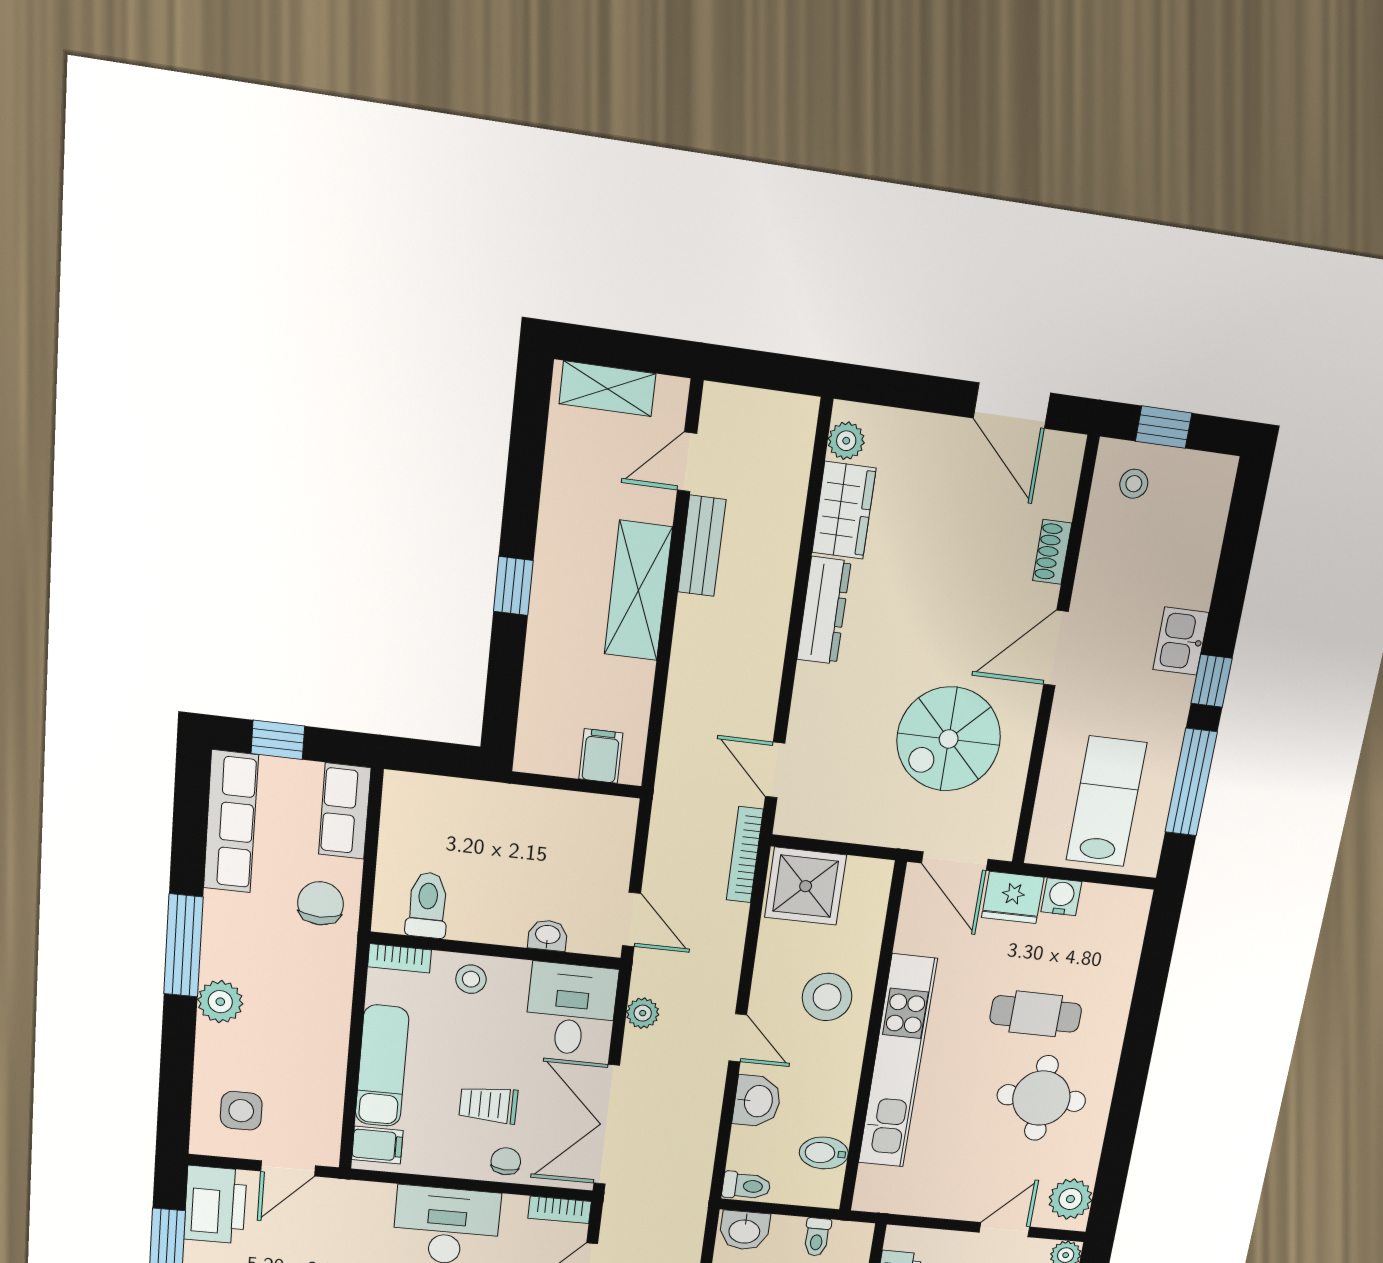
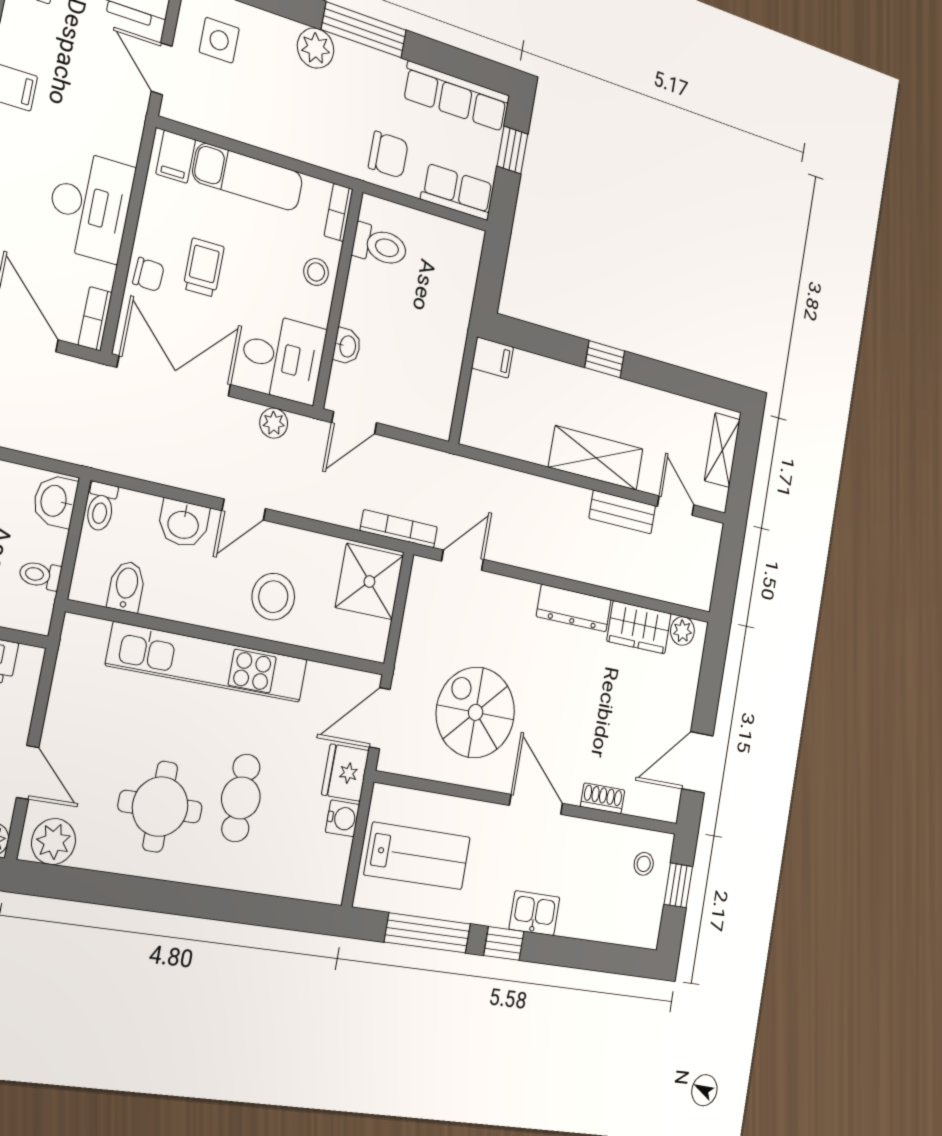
filing cabinet: (601, 756) -> (493, 357), moved

